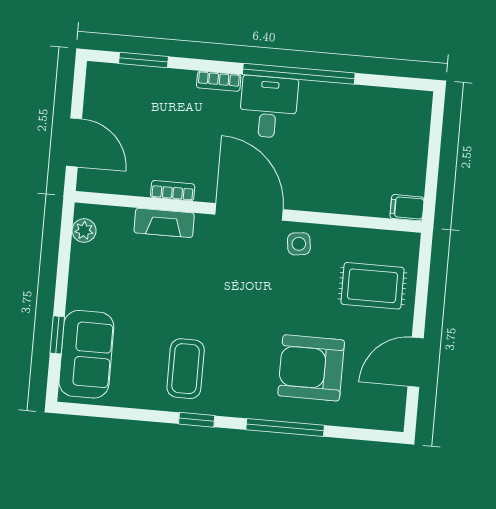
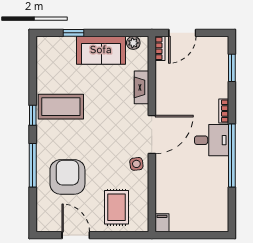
bookcase: (173, 191) -> (160, 48), moved
sofa: (86, 354) -> (101, 50), moved
coffee table: (186, 369) -> (61, 107), width x1.36, depth x1.32

